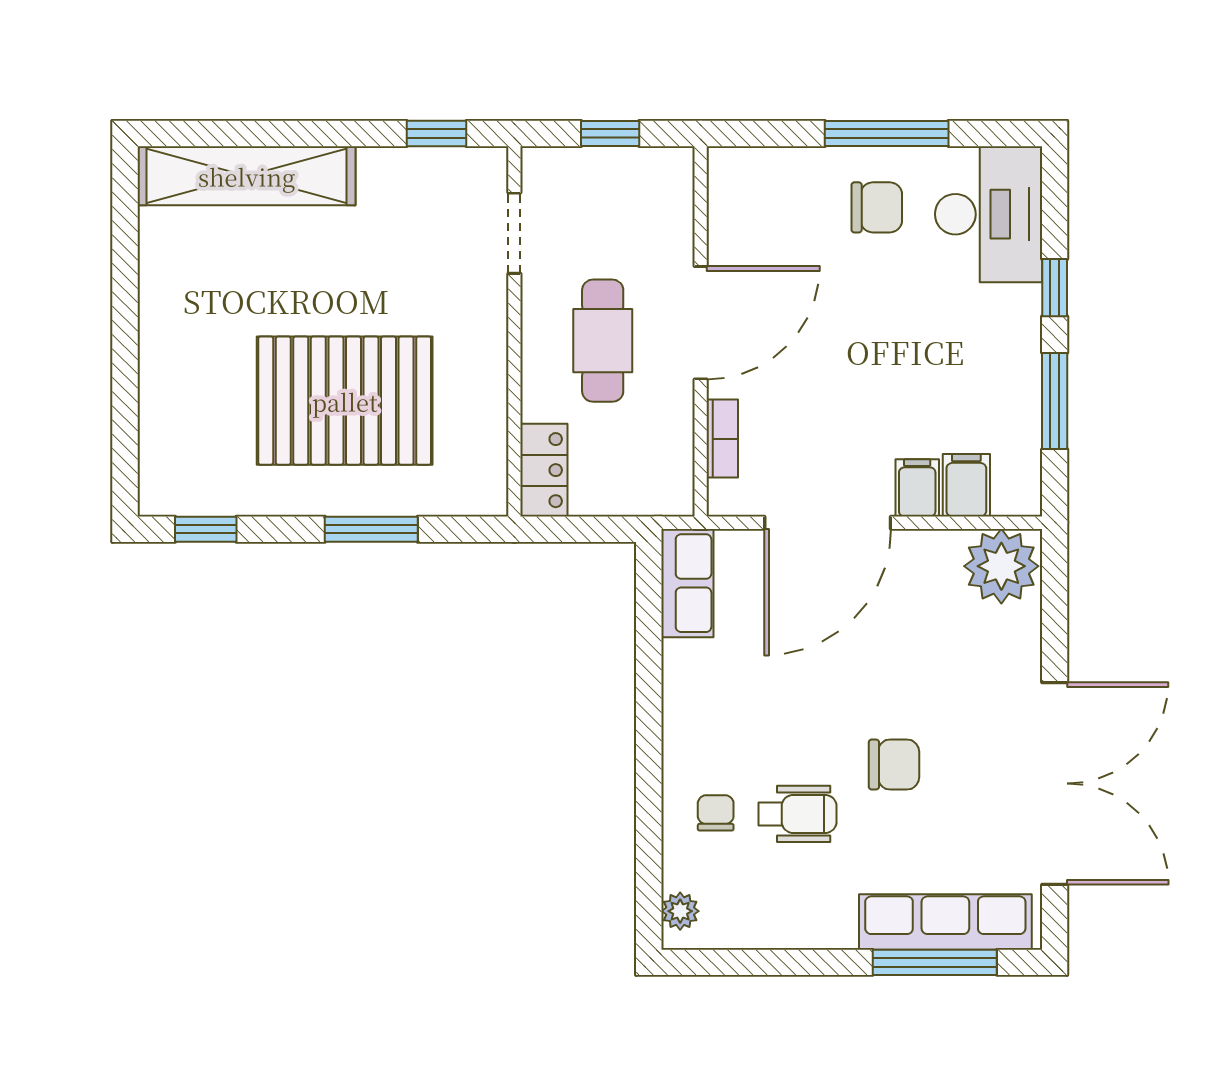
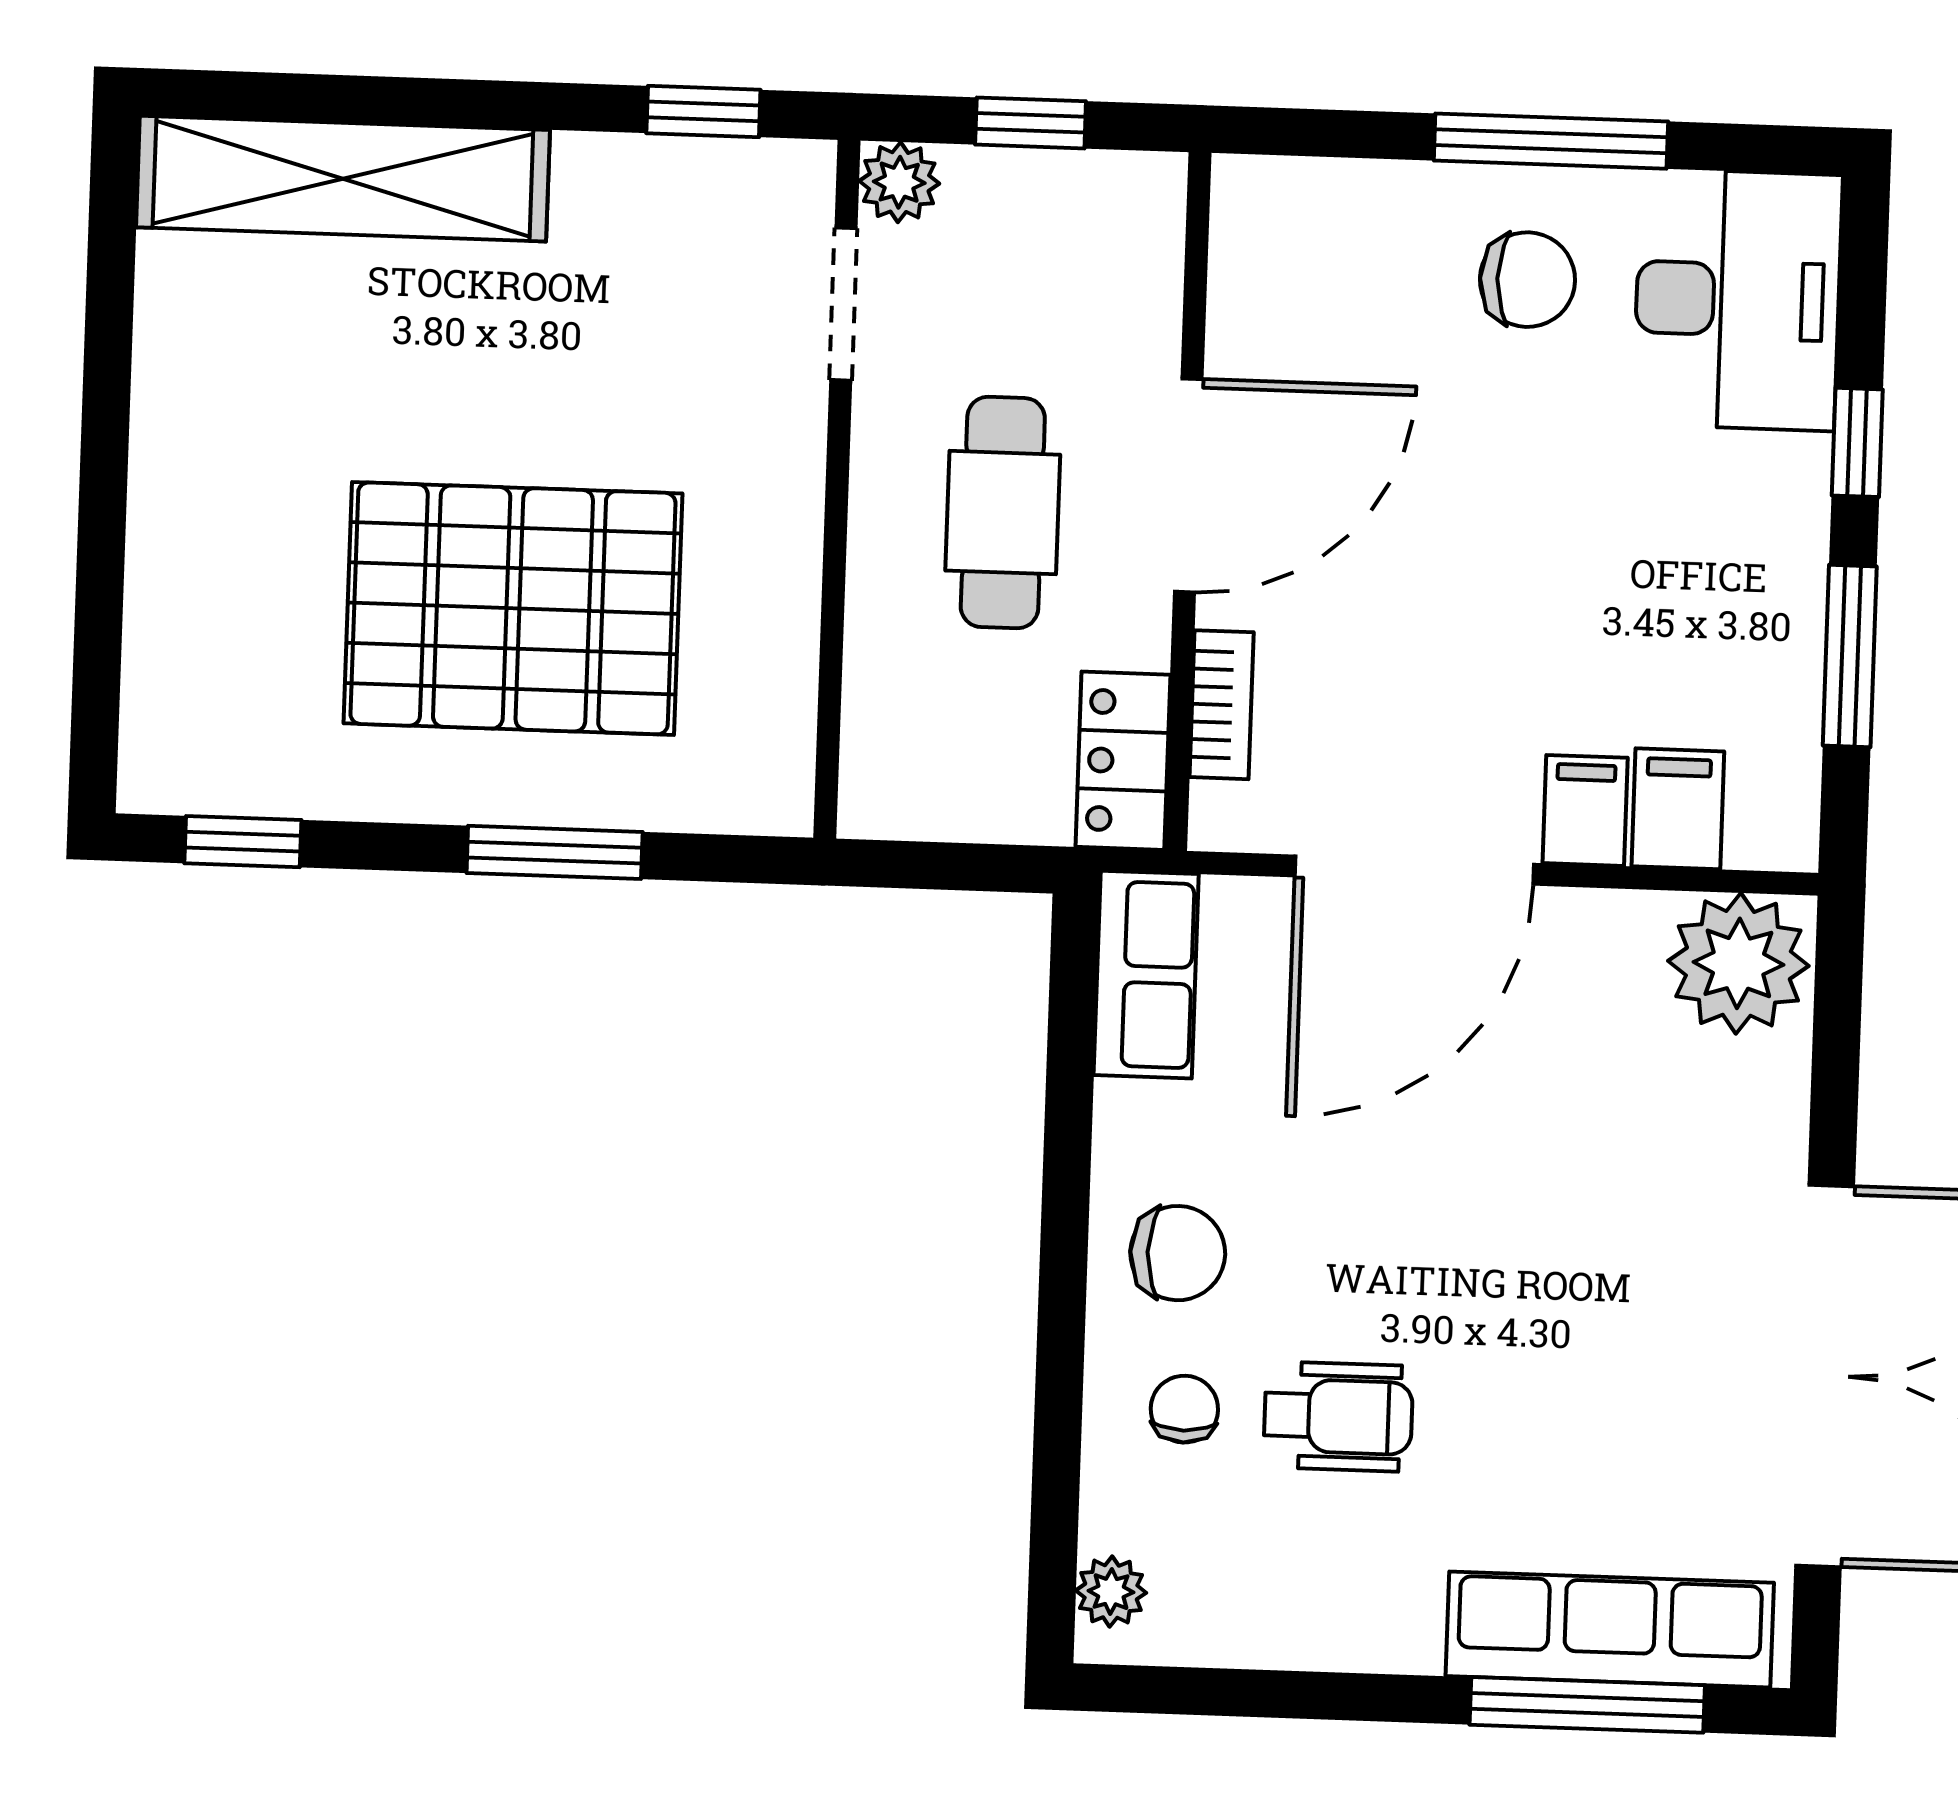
plant: (542, 167) -> (899, 182), added
locker: (544, 470) -> (1123, 761), moved, turned 180
chair: (894, 765) -> (1178, 1253), moved

